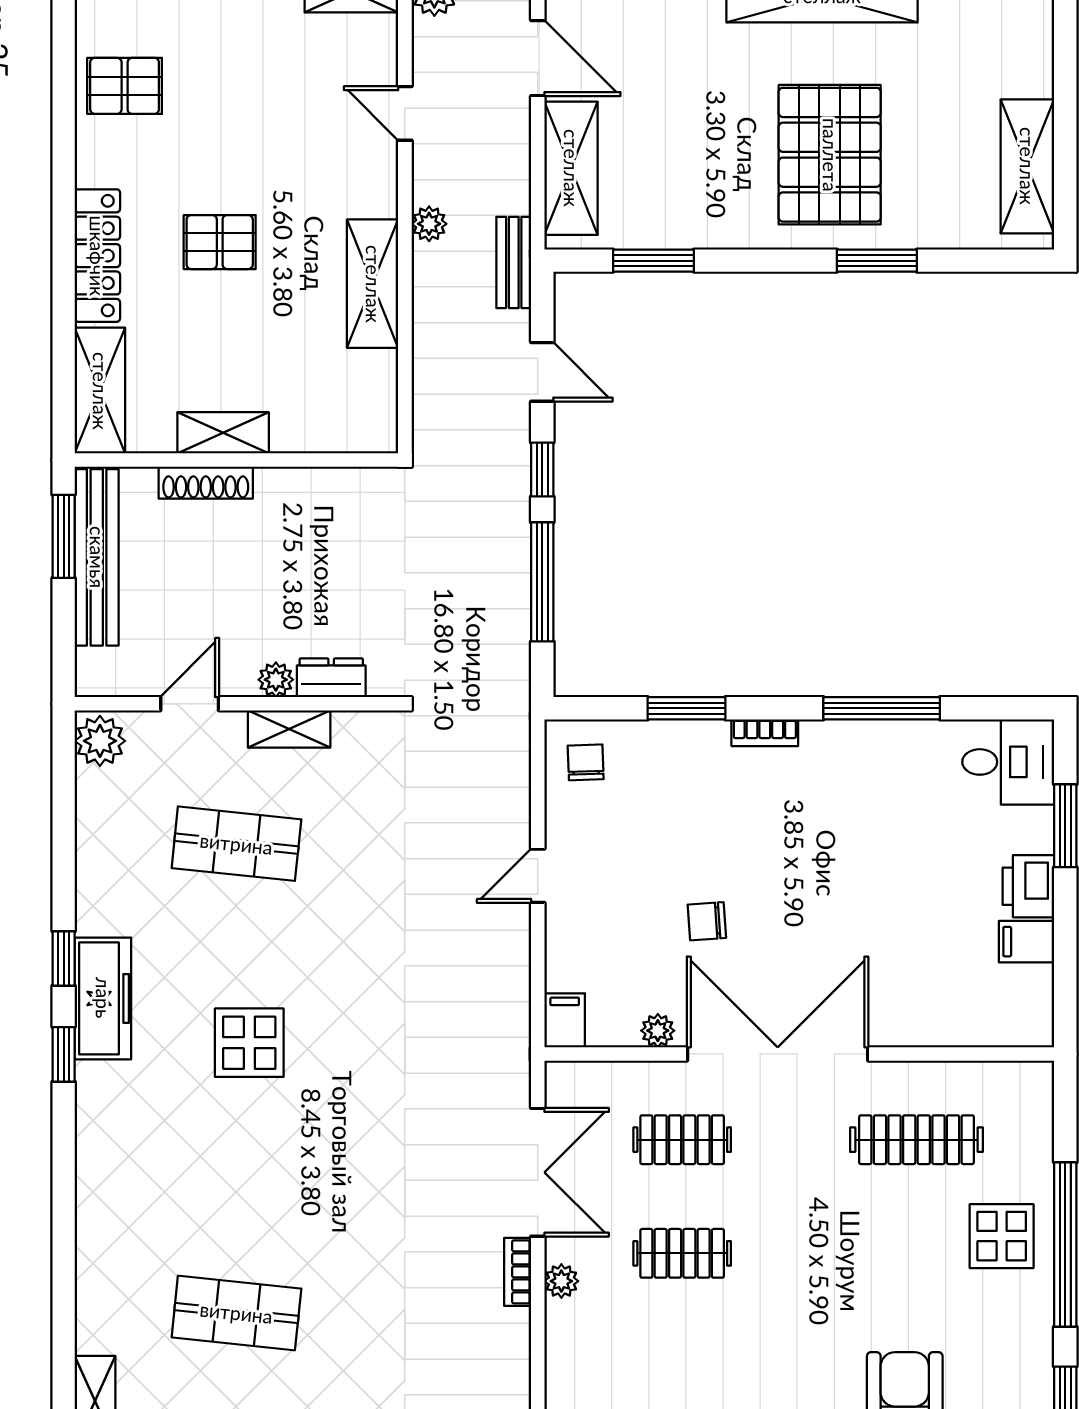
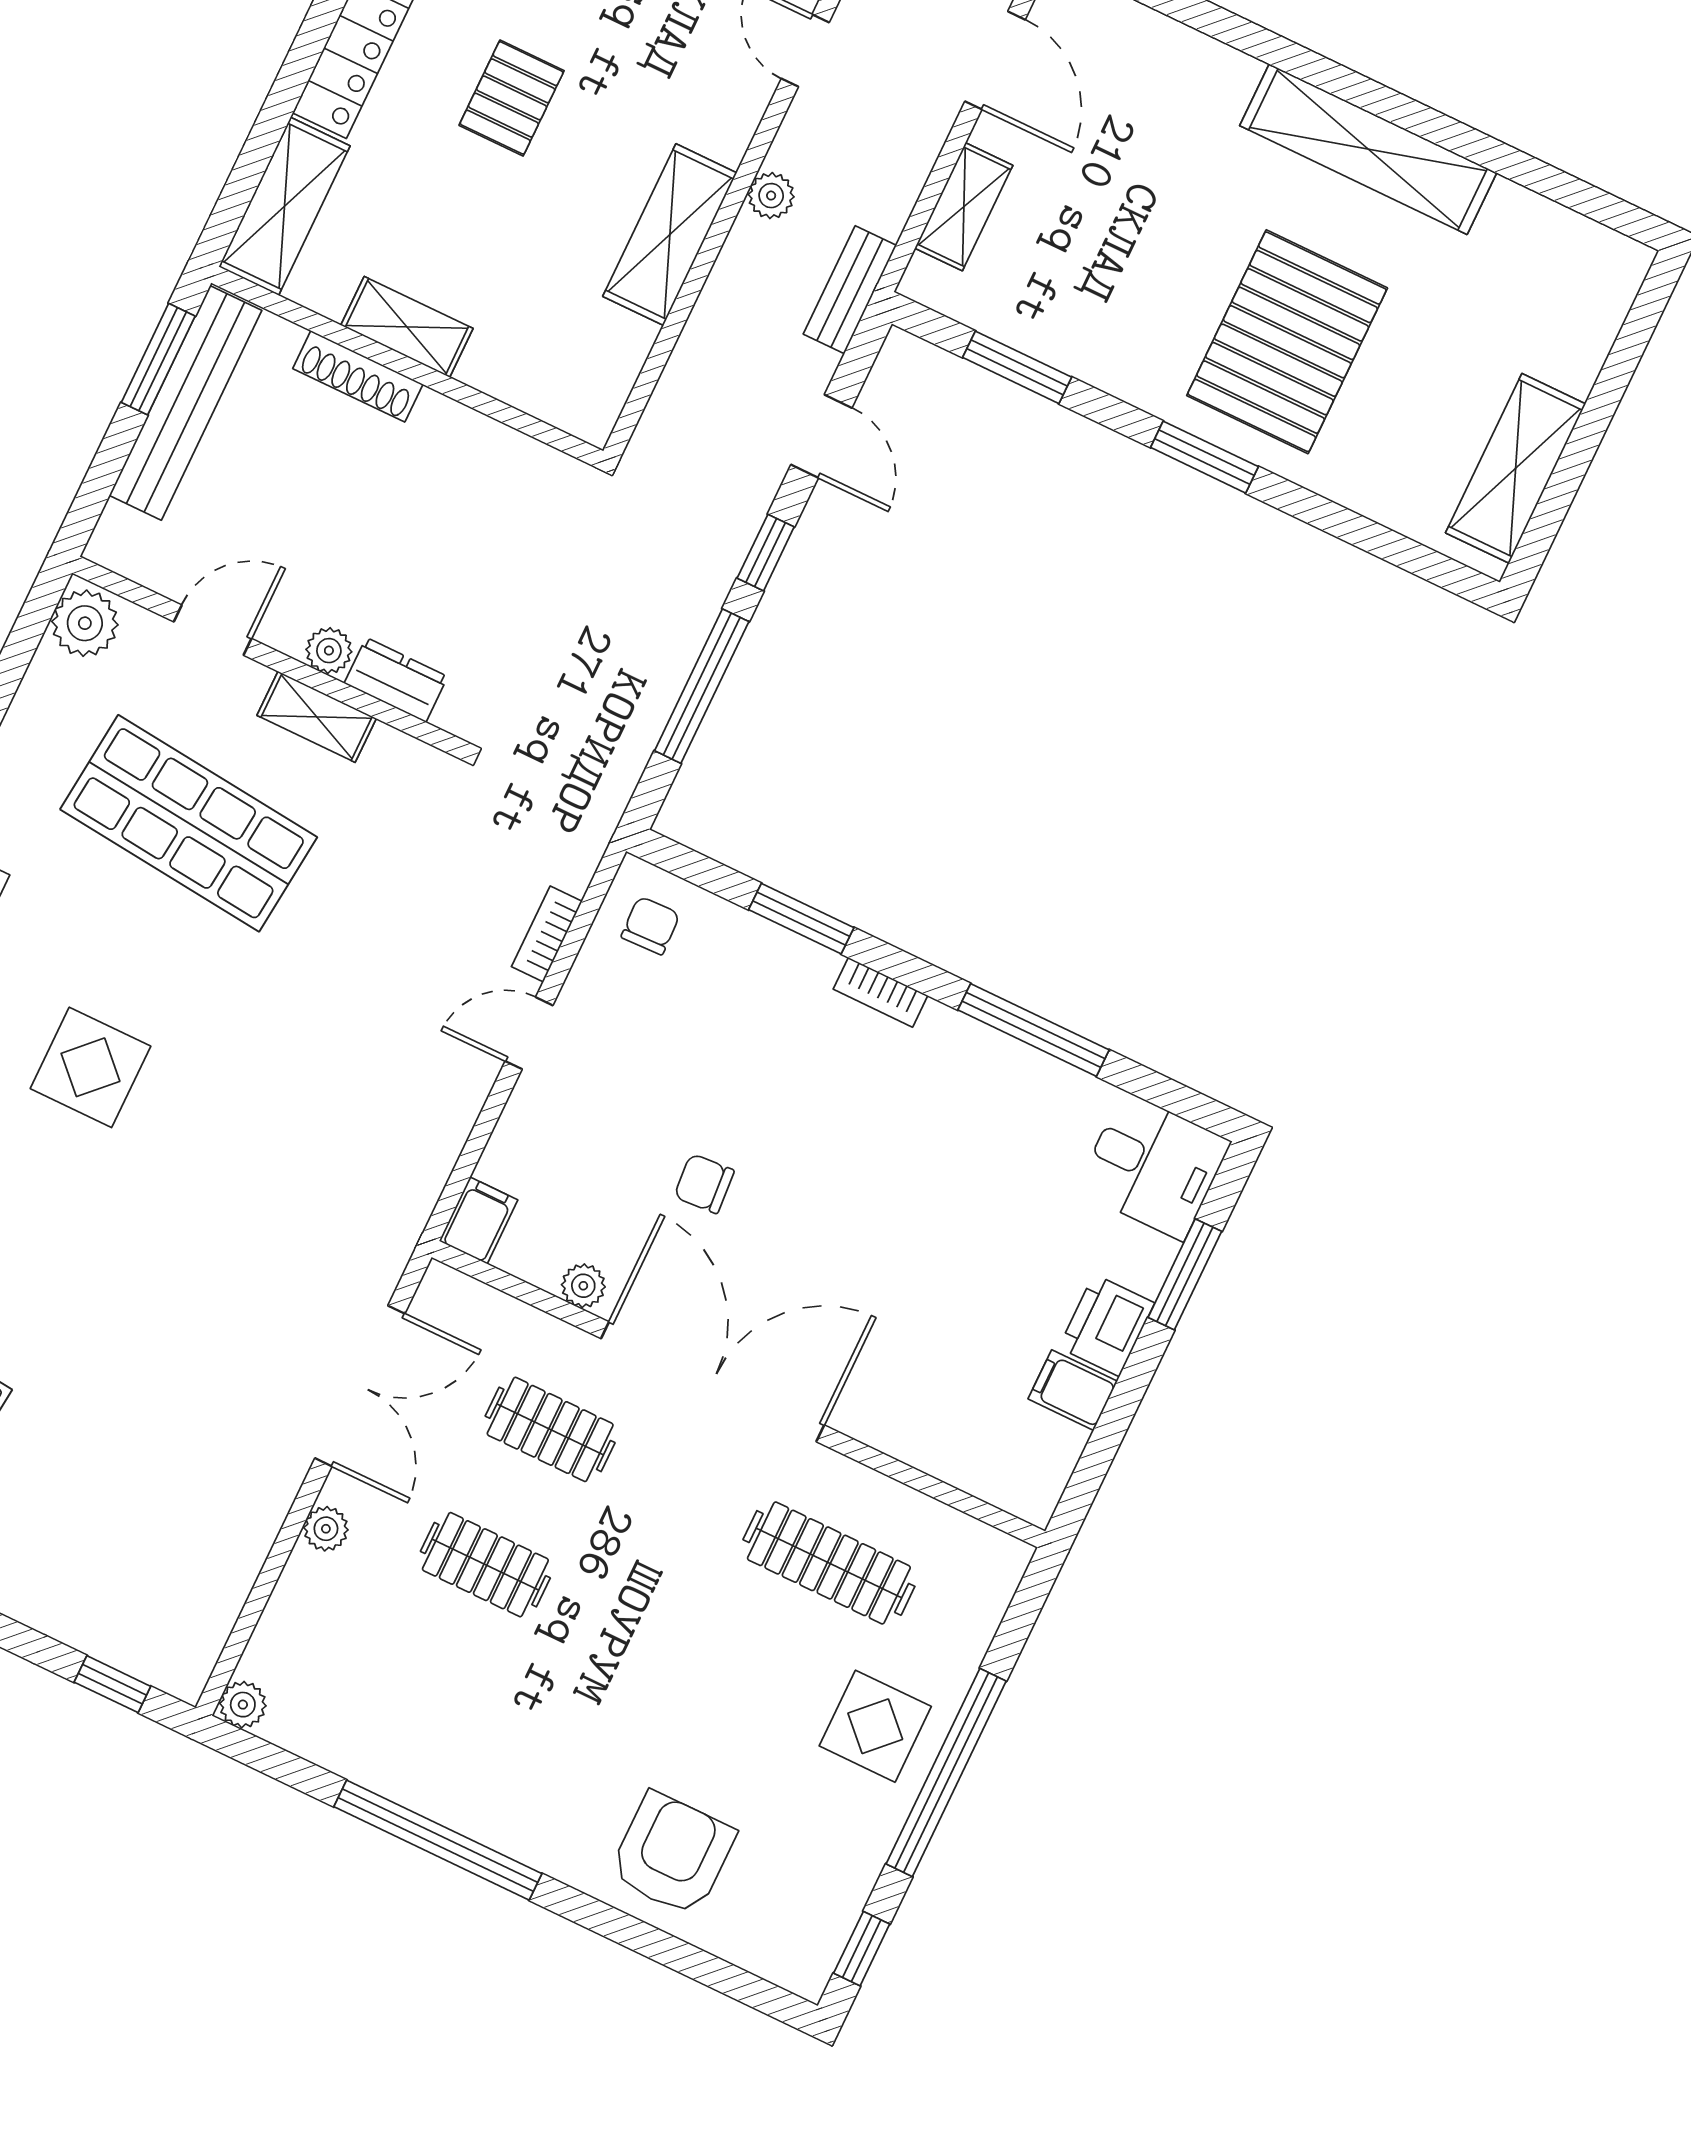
shelving: (571, 168) -> (964, 207), width x0.67, depth x0.75
pallet: (220, 242) -> (512, 98), turned 90
window: (877, 261) -> (1204, 457), moved
shop shelf: (236, 844) -> (189, 823), width x1.43, depth x1.36
bookcase: (518, 1272) -> (547, 934), moved

